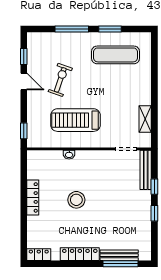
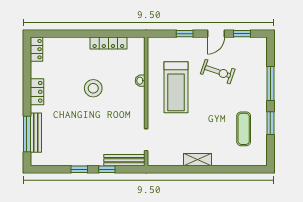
exercise mat: (116, 55) -> (244, 129), width x0.73, depth x0.69
shelving: (145, 119) -> (197, 160), moved
treadmill: (75, 120) -> (176, 87), turned 180
window: (24, 131) -> (185, 34), moved
locker: (33, 197) -> (108, 43), moved
locker: (80, 254) -> (37, 92), width x0.66

